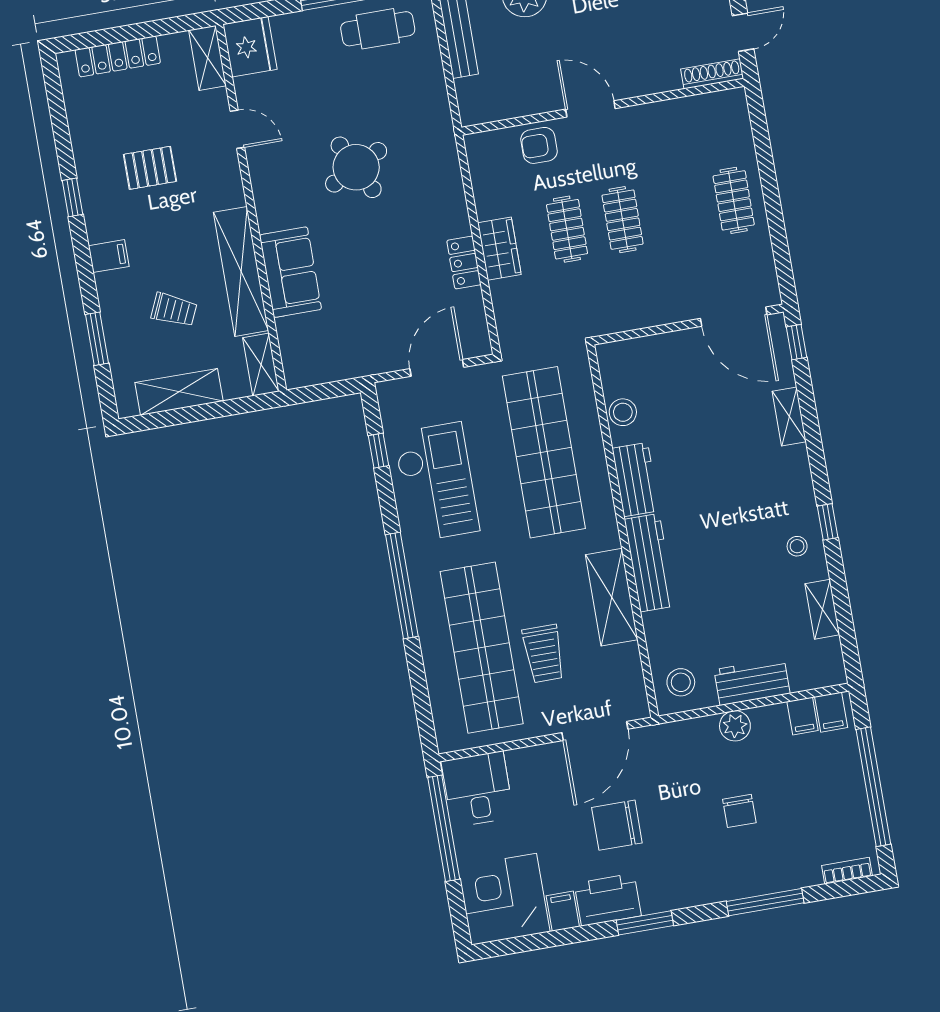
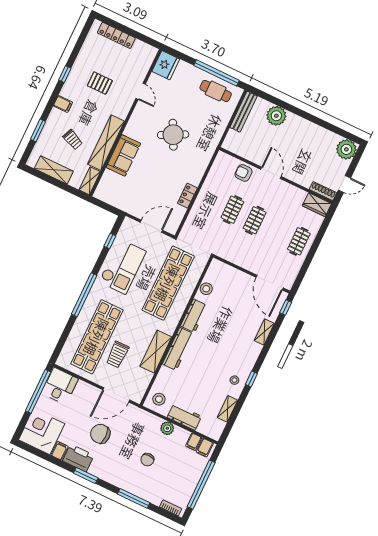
shelving: (207, 58) -> (148, 59), removed
wardrobe: (499, 249) -> (317, 205), moved, turned 90

